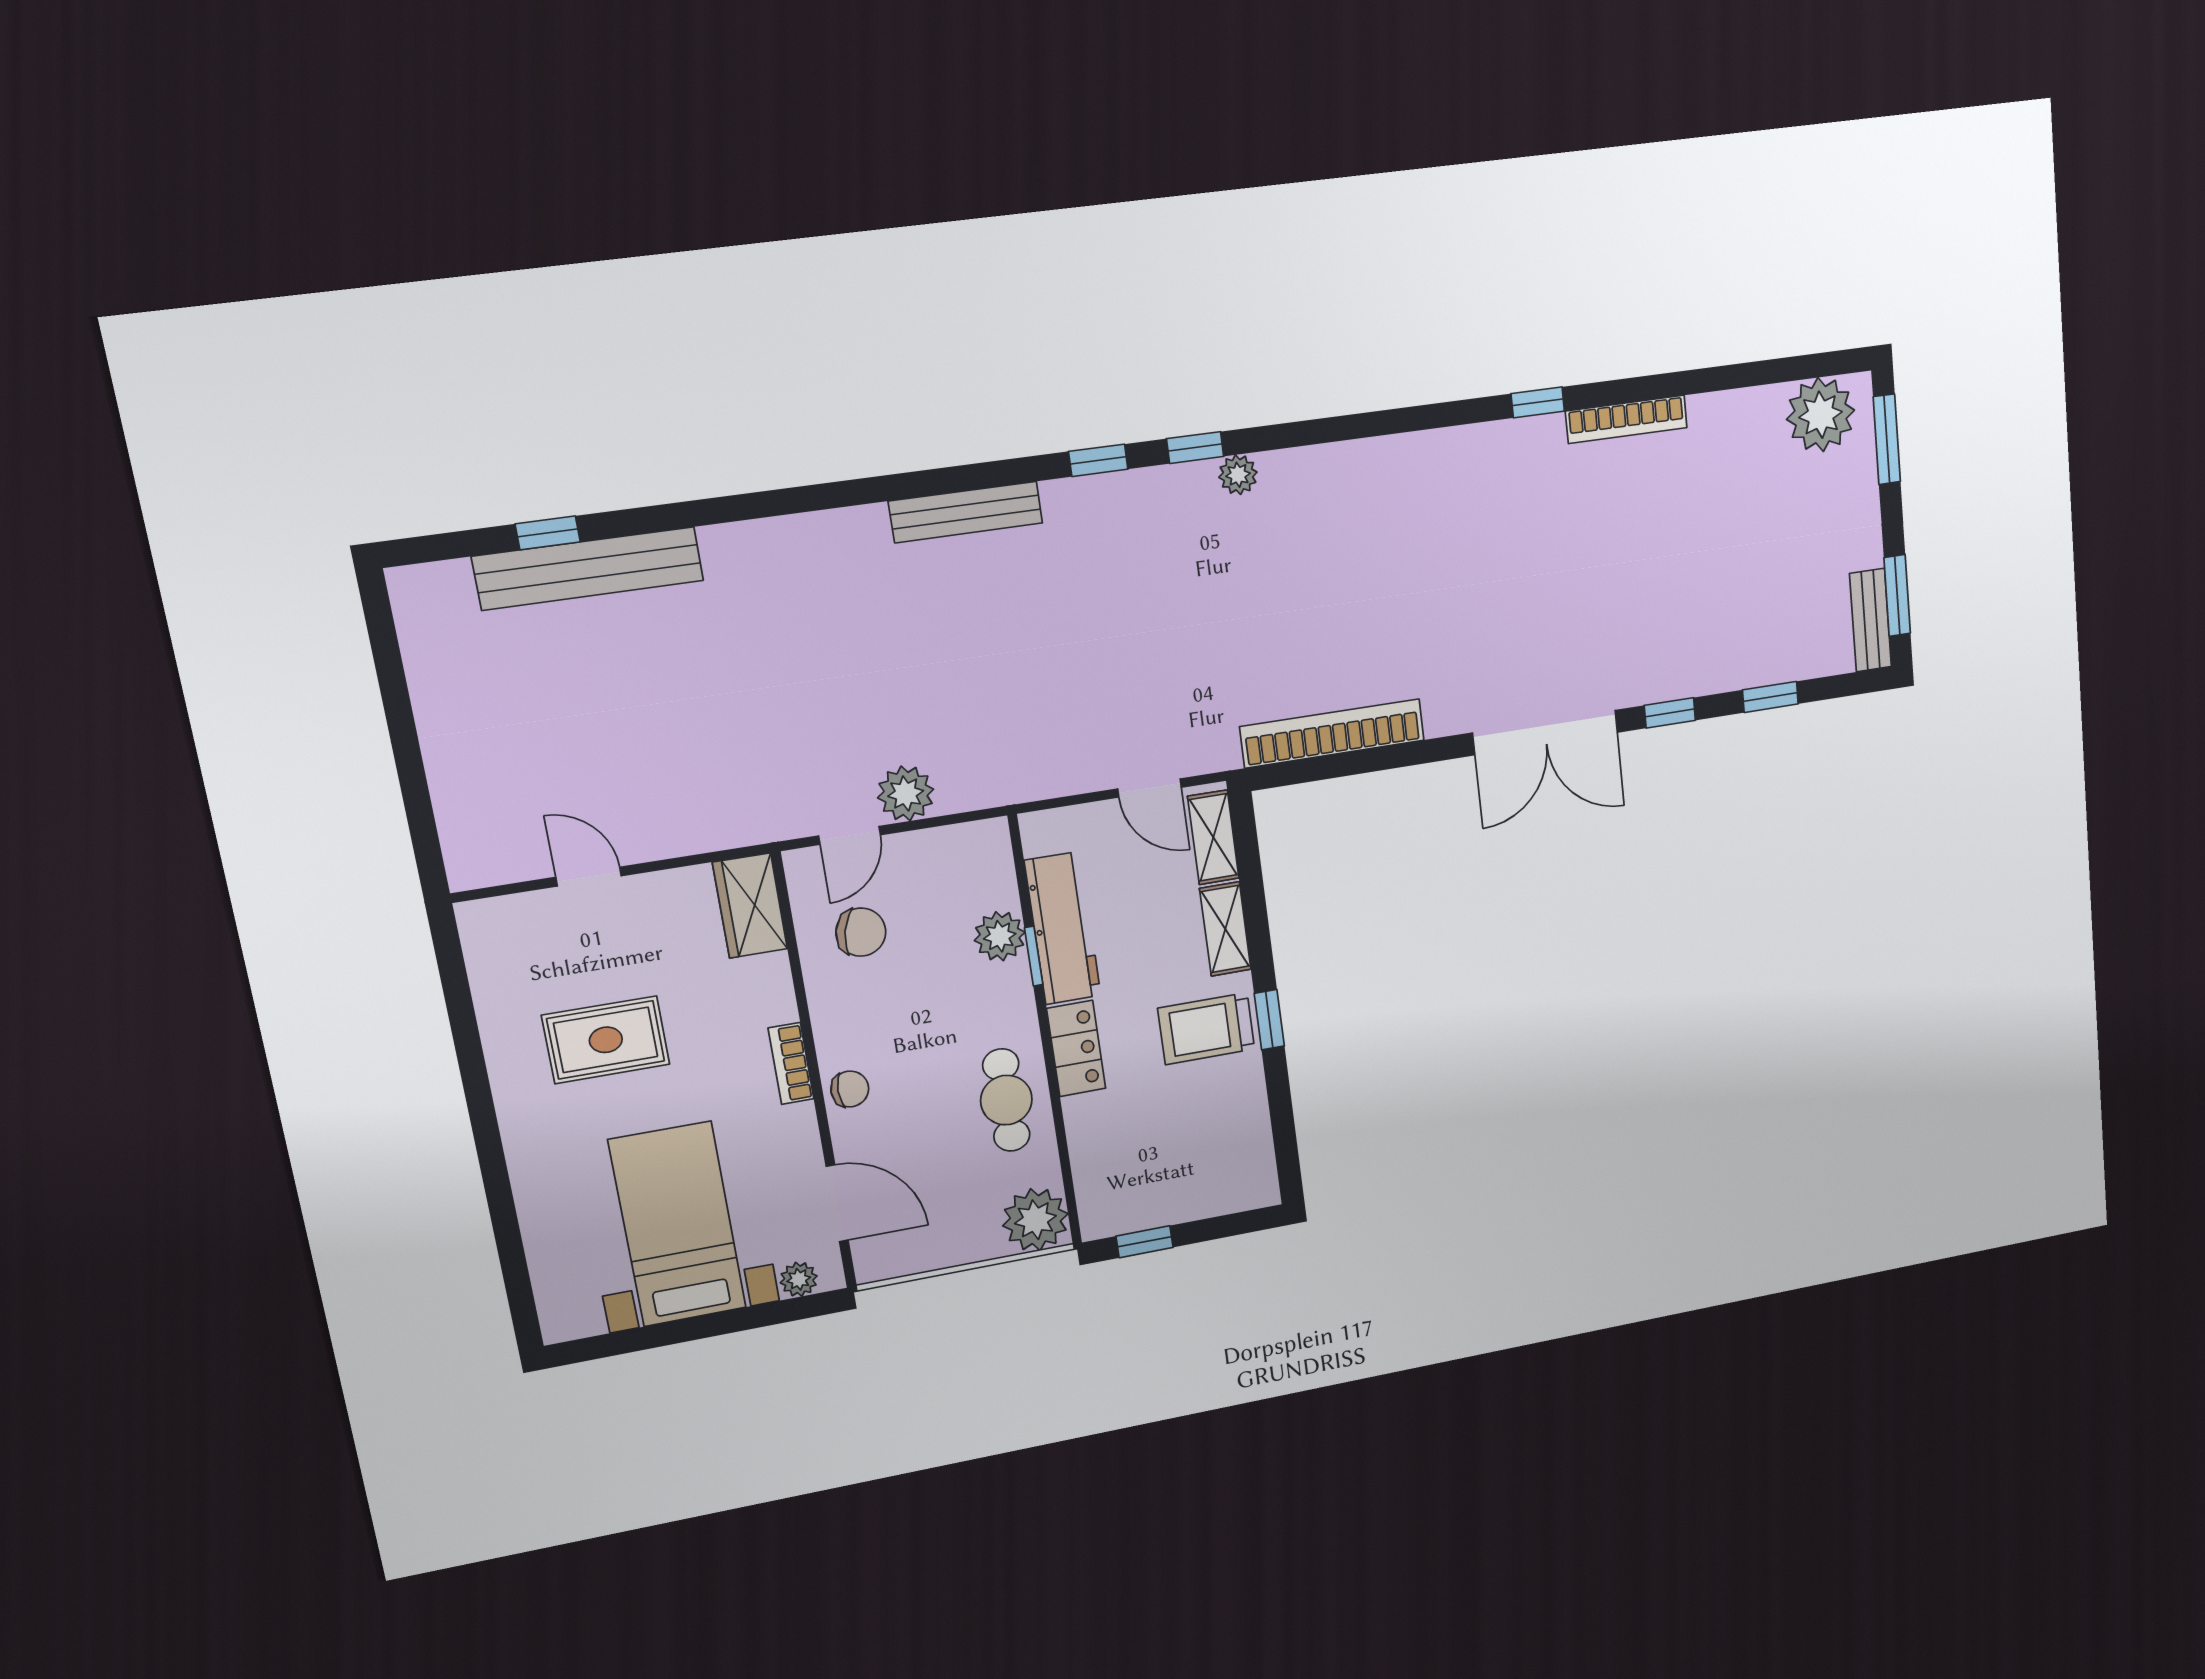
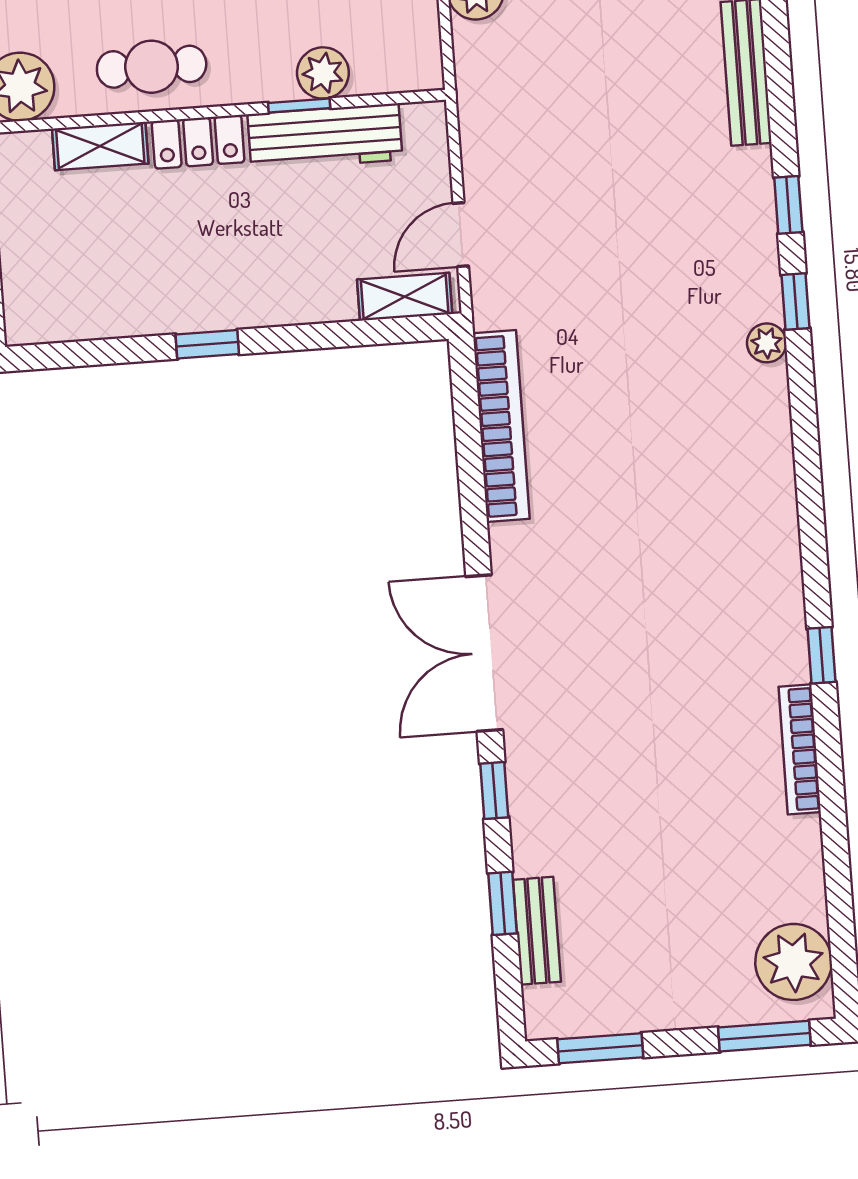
bench: (1870, 620) -> (537, 931), moved, turned 90
shelving: (1225, 929) -> (100, 146), moved
trolley: (1206, 1029) -> (205, 278), removed

